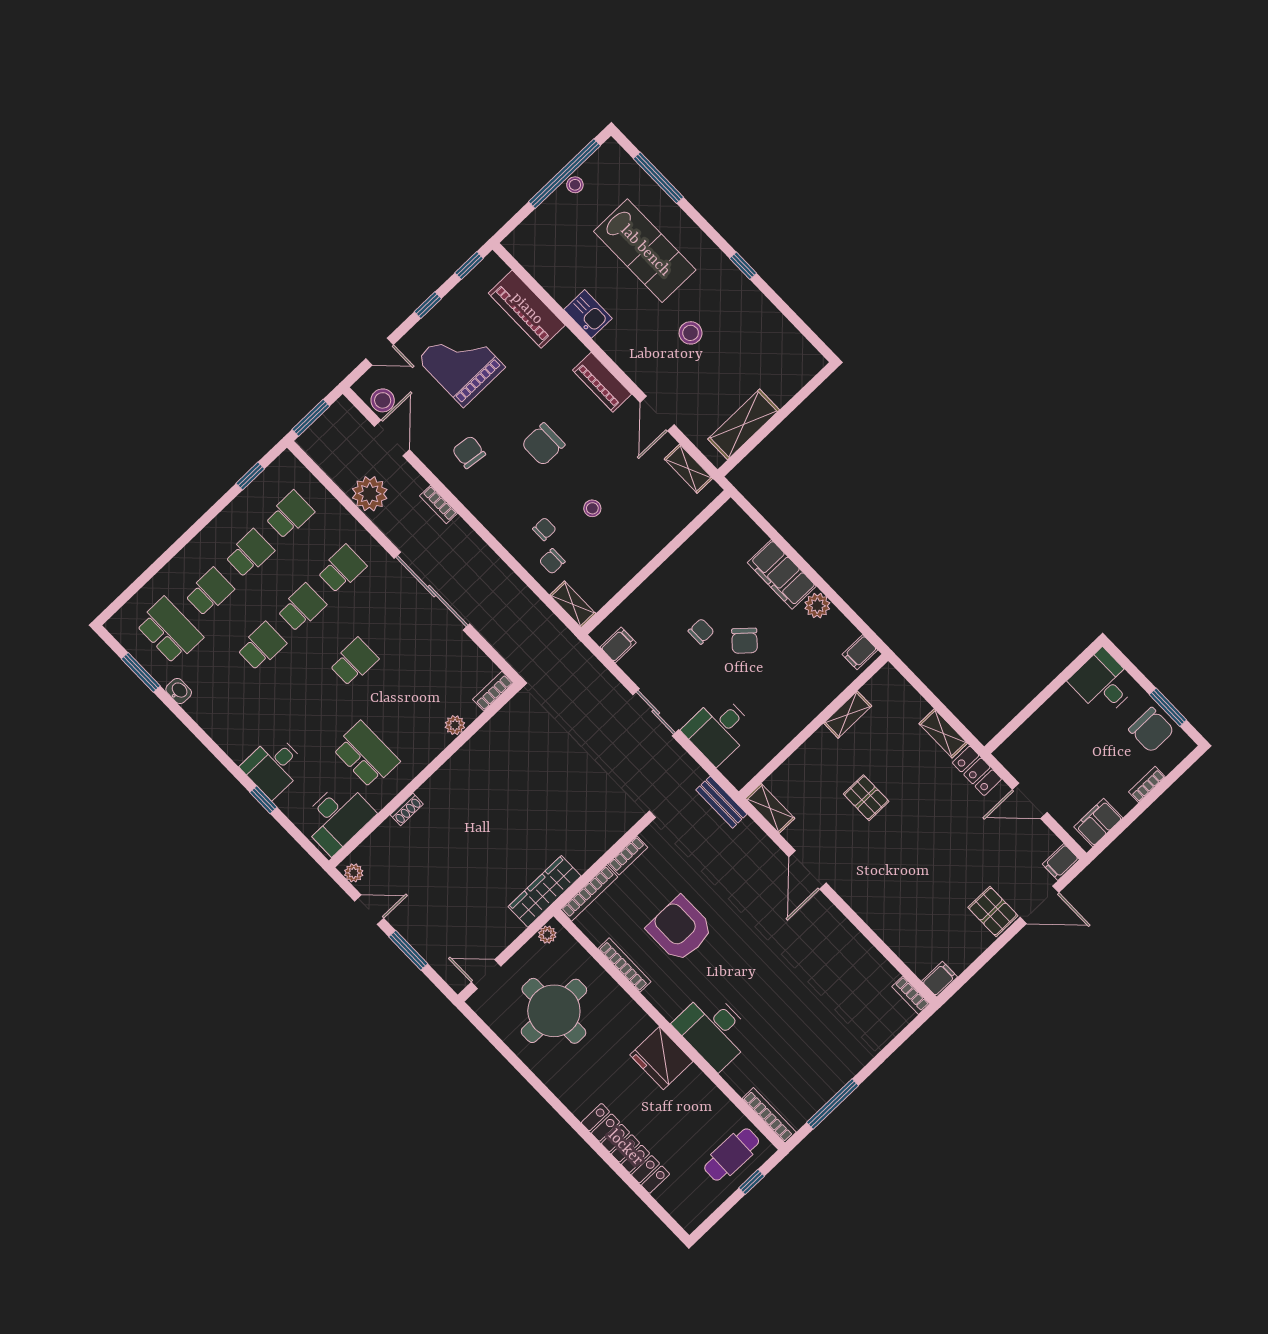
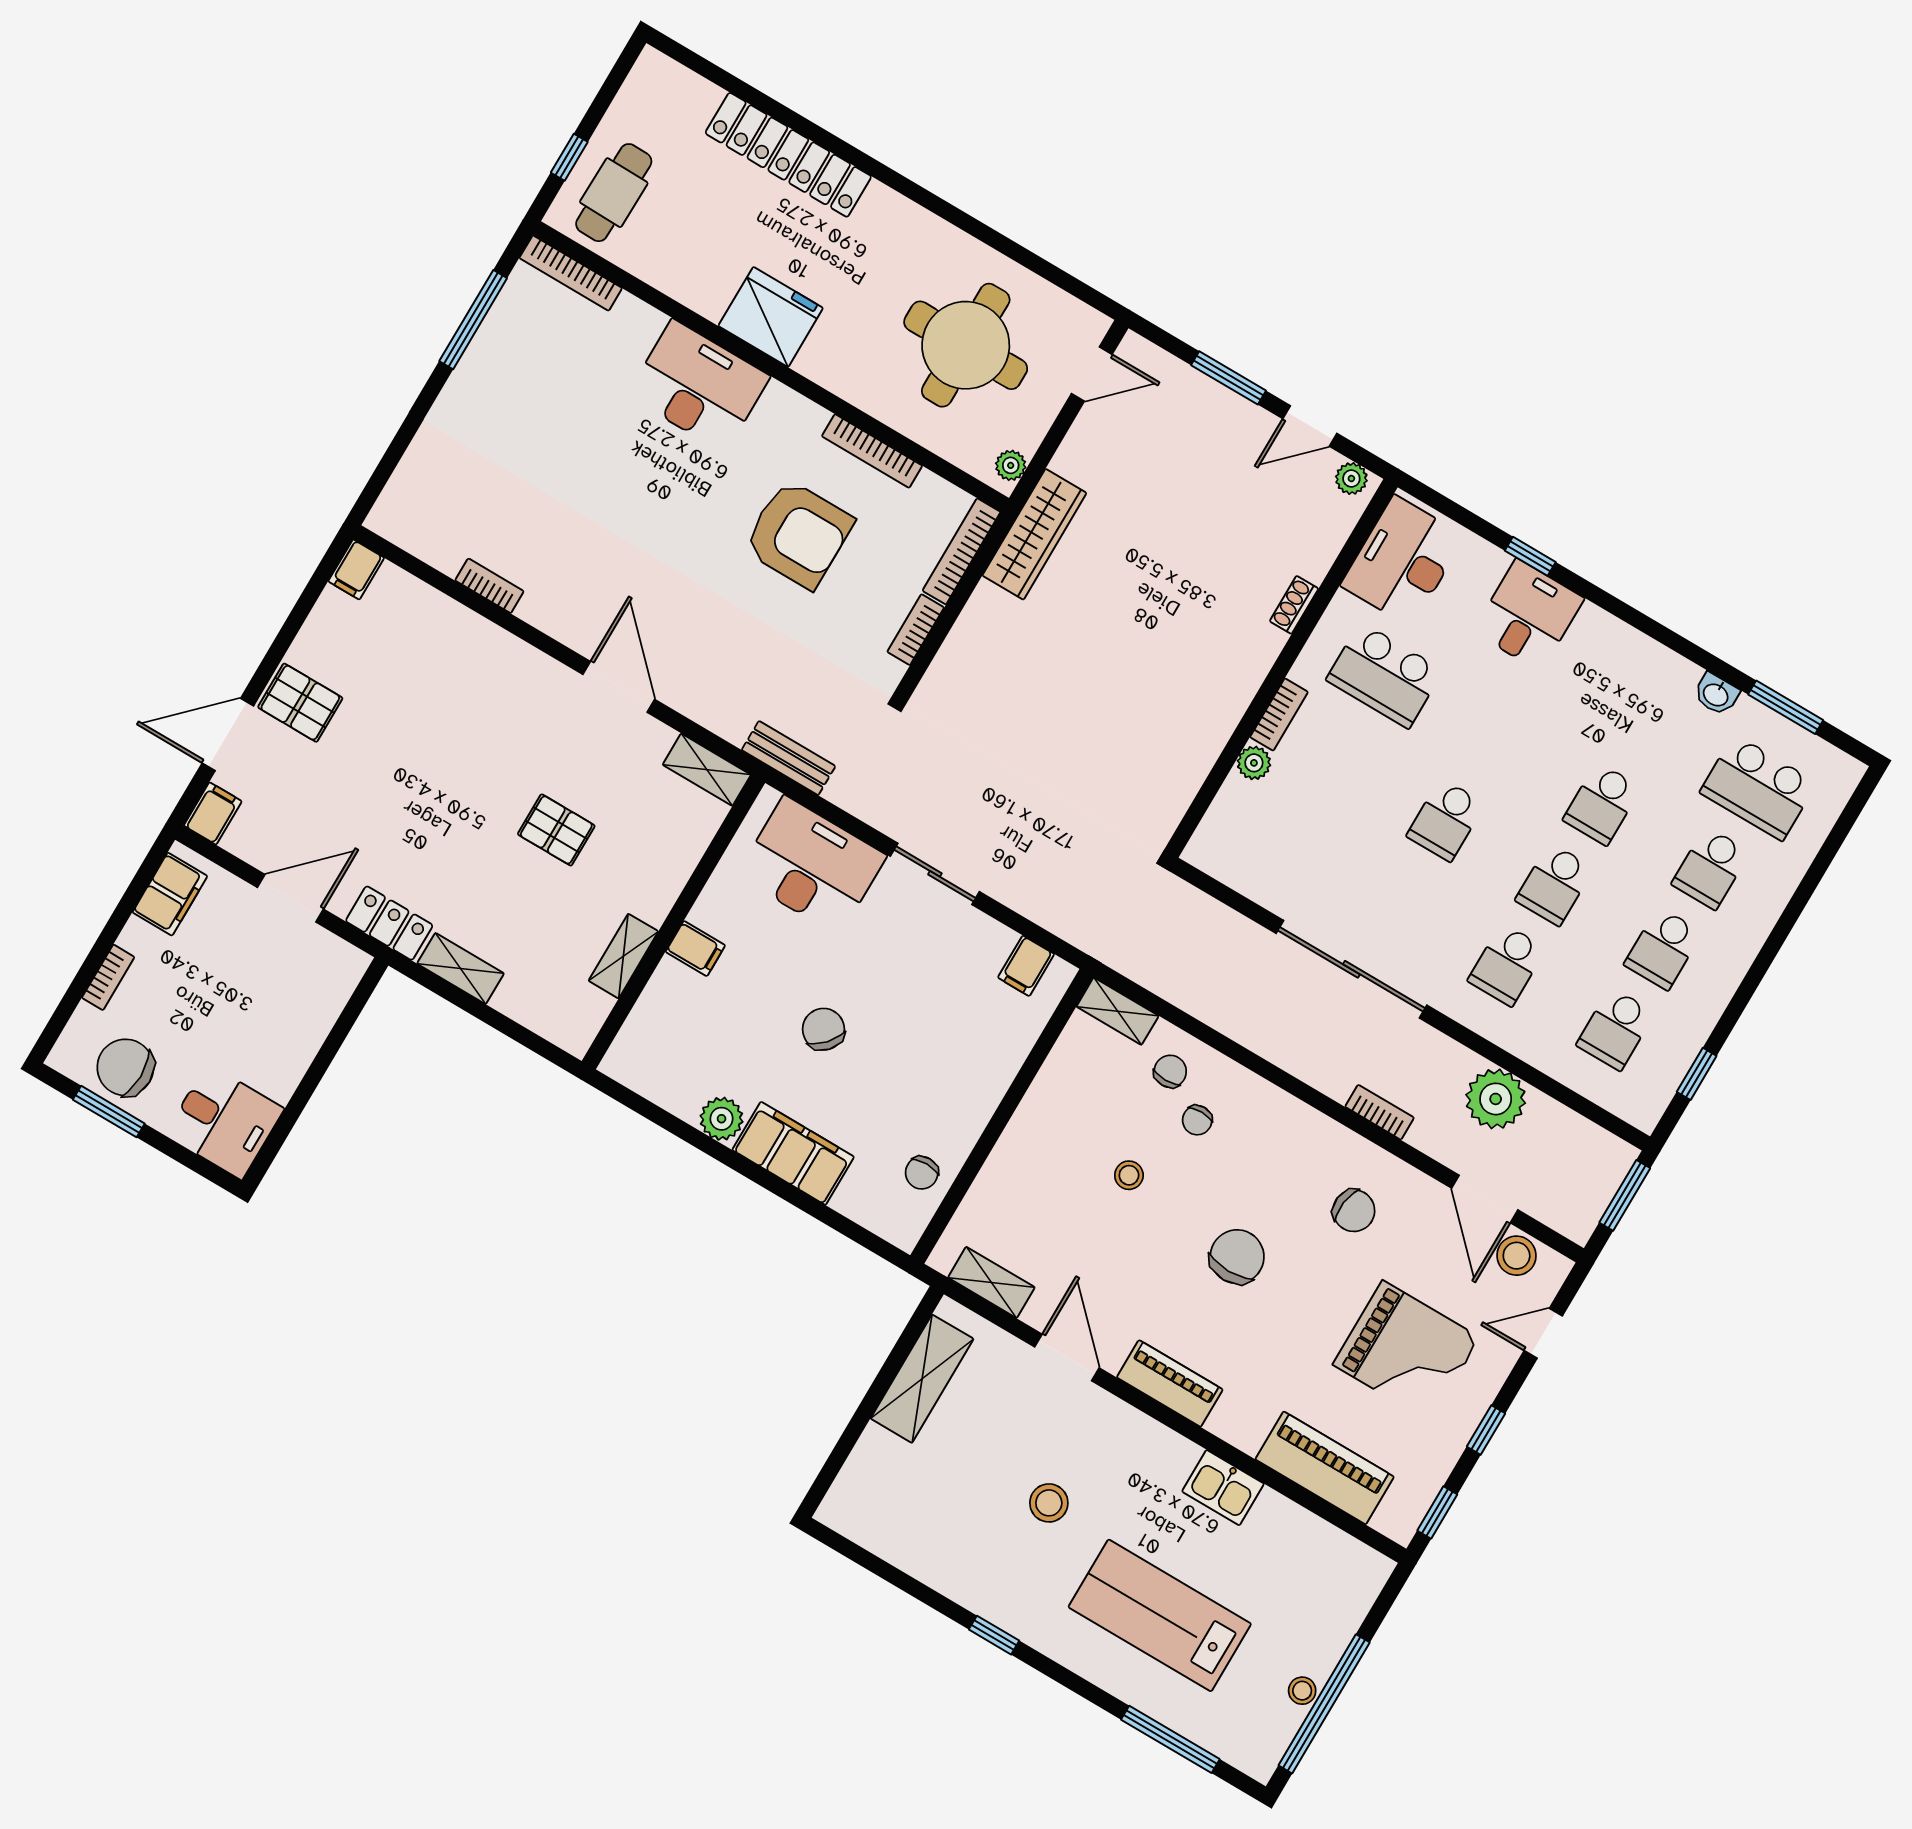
chair: (701, 631) -> (922, 1173), moved
filing cabinet: (860, 652) -> (695, 949), moved, turned 90
bookcase: (493, 691) -> (1279, 715), moved
desk: (718, 730) -> (812, 866), width x1.37
bookcase: (911, 995) -> (489, 586), moved

